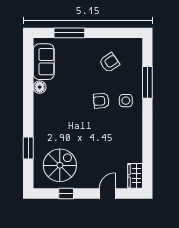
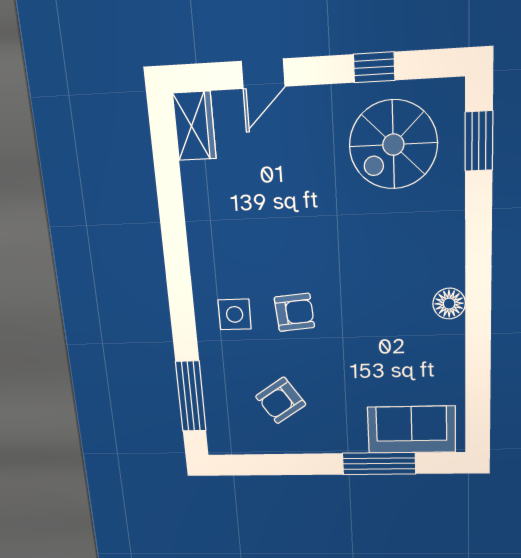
sofa: (44, 62) -> (412, 430), moved, turned 90
window: (147, 82) -> (191, 396), moved
floor lamp: (40, 87) -> (449, 304), moved
window: (28, 148) -> (479, 141), moved

